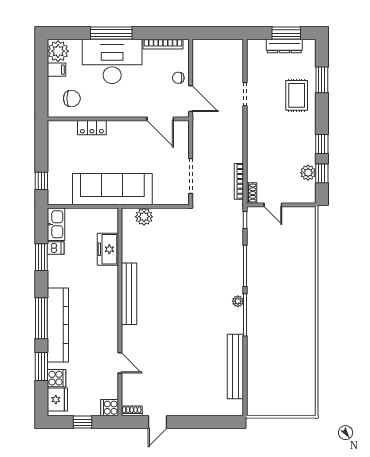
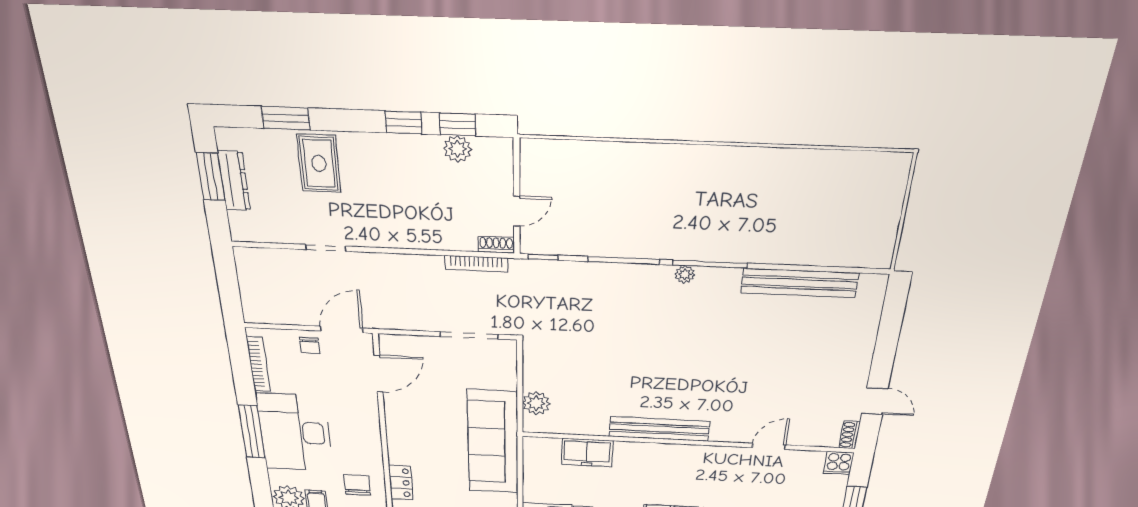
rug: (297, 95) -> (319, 163), turned 90
locker: (92, 128) -> (401, 483), moved

